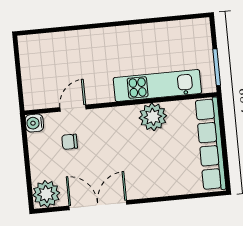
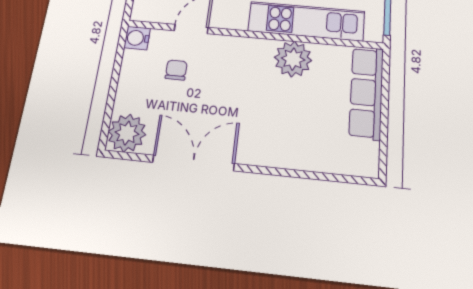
chair: (70, 142) -> (176, 70), turned 90
row of seats: (211, 144) -> (366, 92), width x0.73

